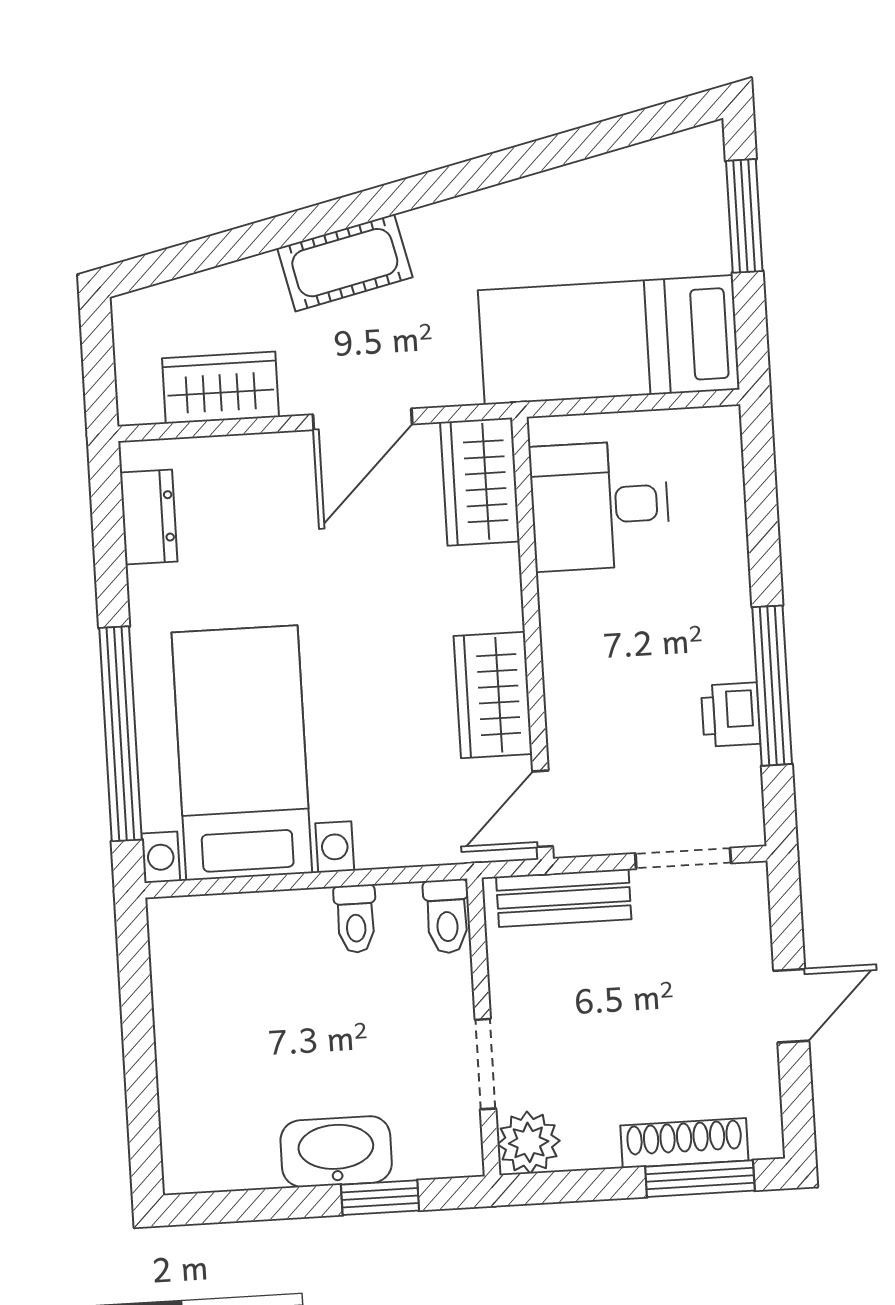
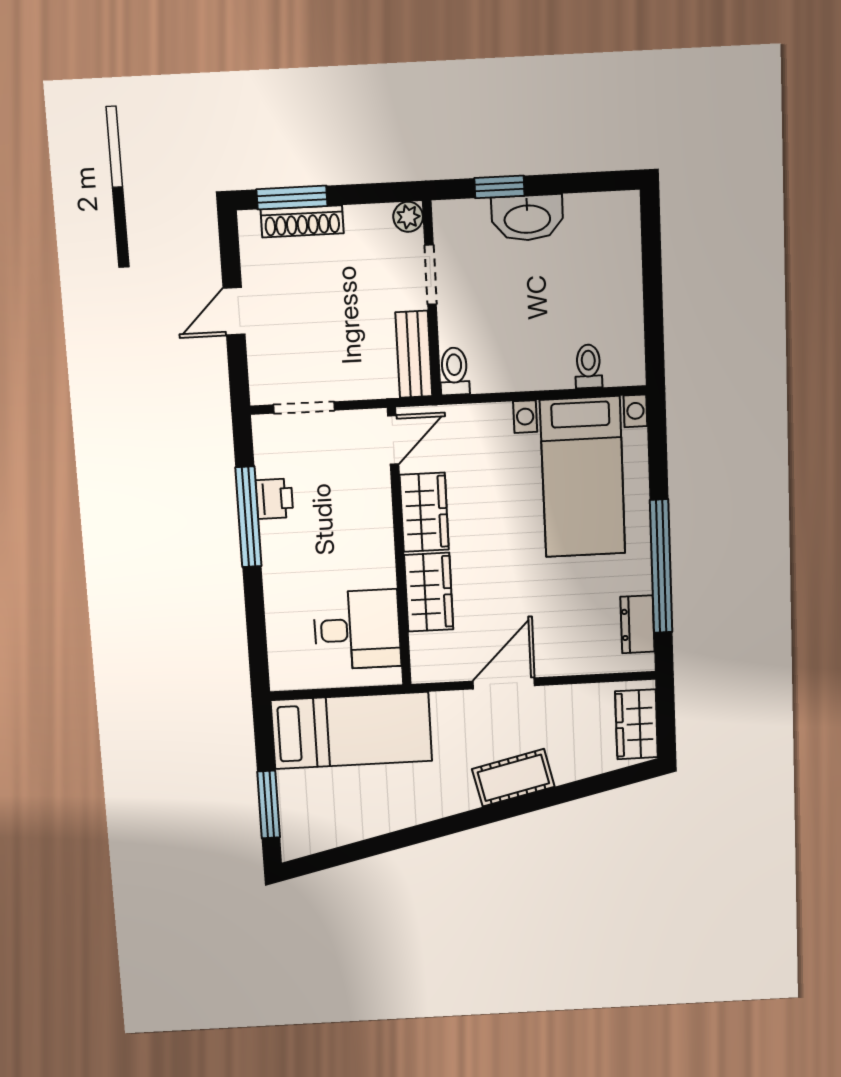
wardrobe: (220, 388) -> (636, 724), moved, turned 90
wardrobe: (480, 482) -> (429, 592), moved
window: (120, 734) -> (661, 566), moved
bench: (564, 898) -> (414, 354), moved, turned 90
toilet: (356, 919) -> (588, 366), moved
plant: (529, 1142) -> (408, 217), width x0.73, depth x0.73

